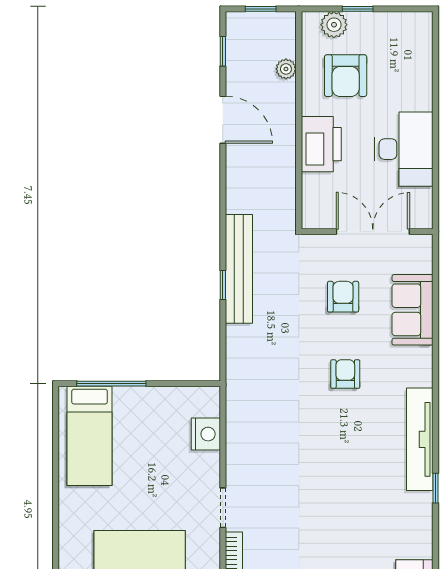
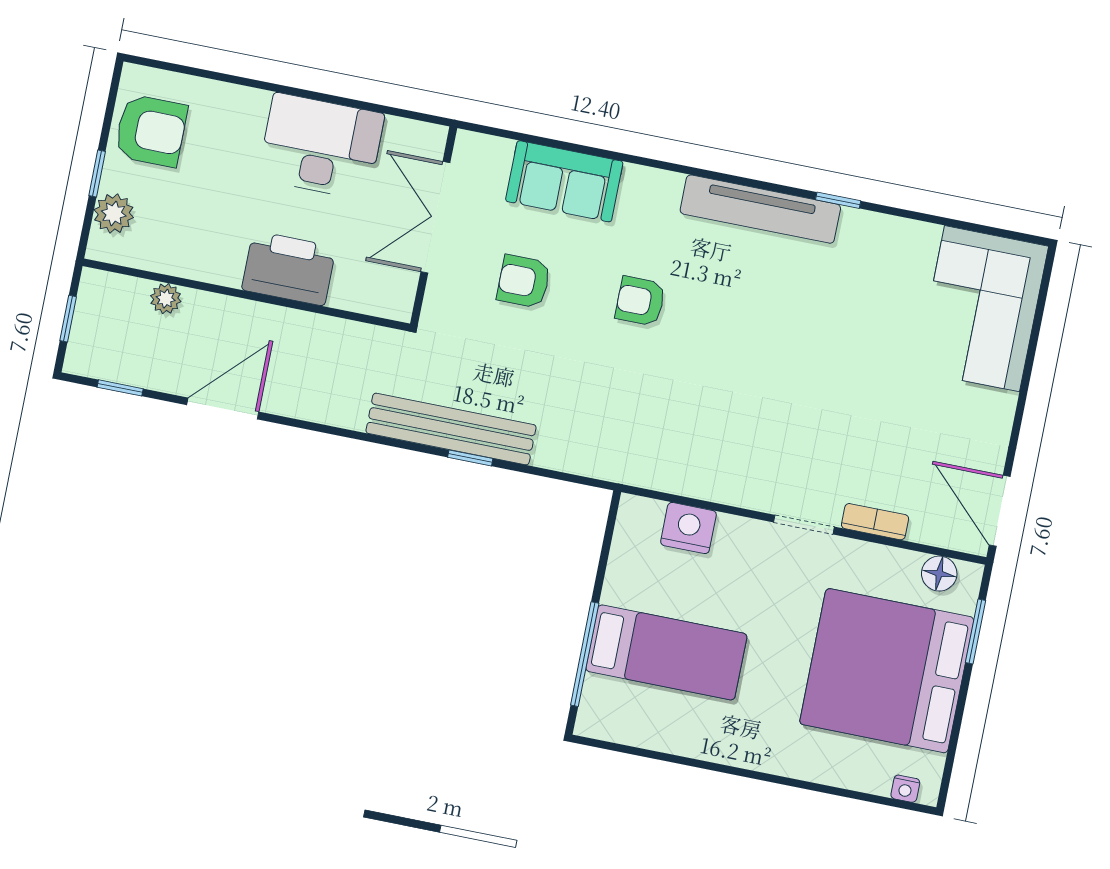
armchair: (346, 76) -> (151, 131), moved
bed: (90, 436) -> (666, 652), moved

